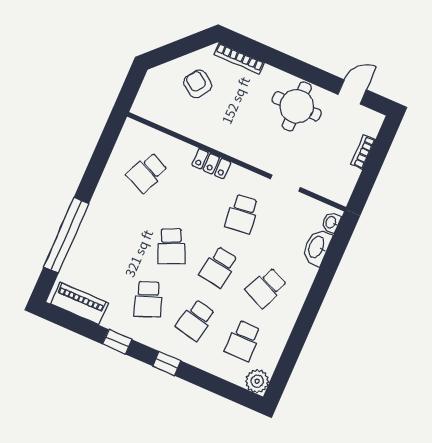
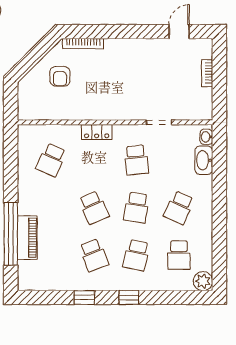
armchair: (198, 84) -> (60, 76), turned -124
round table: (297, 106) -> (142, 61), removed
piano: (79, 303) -> (27, 238), moved, turned 90

